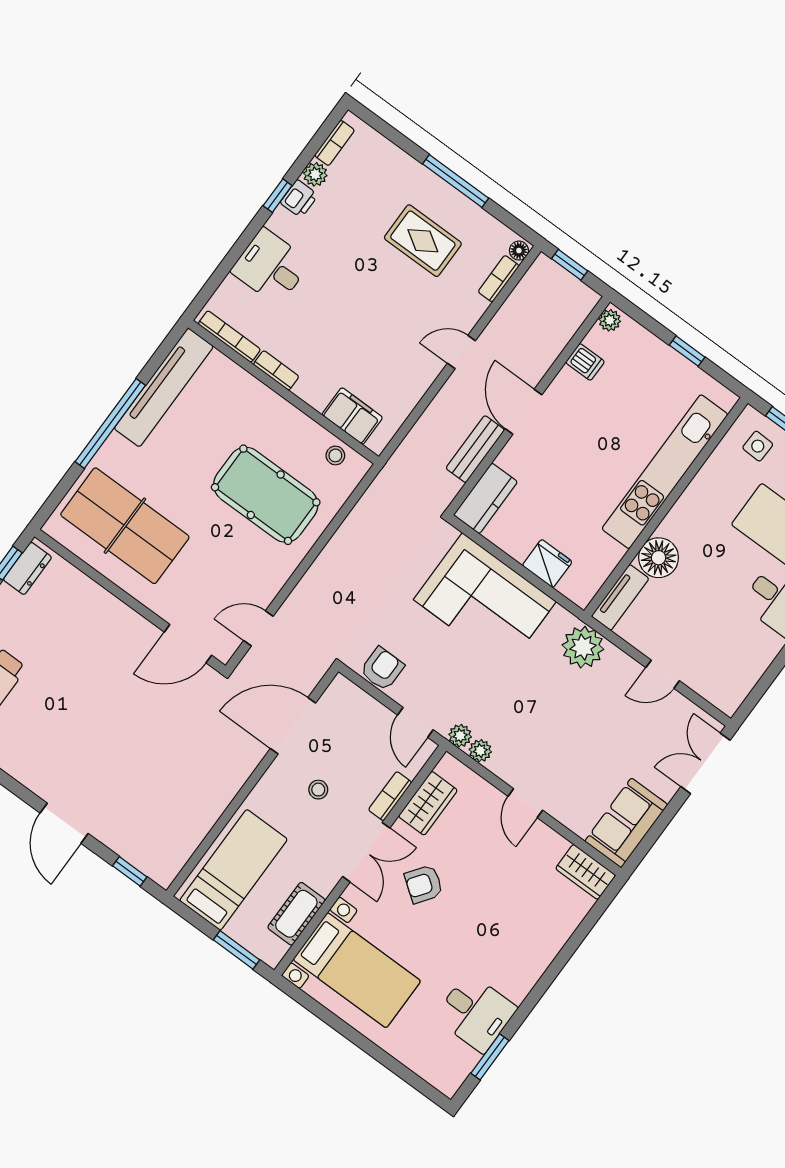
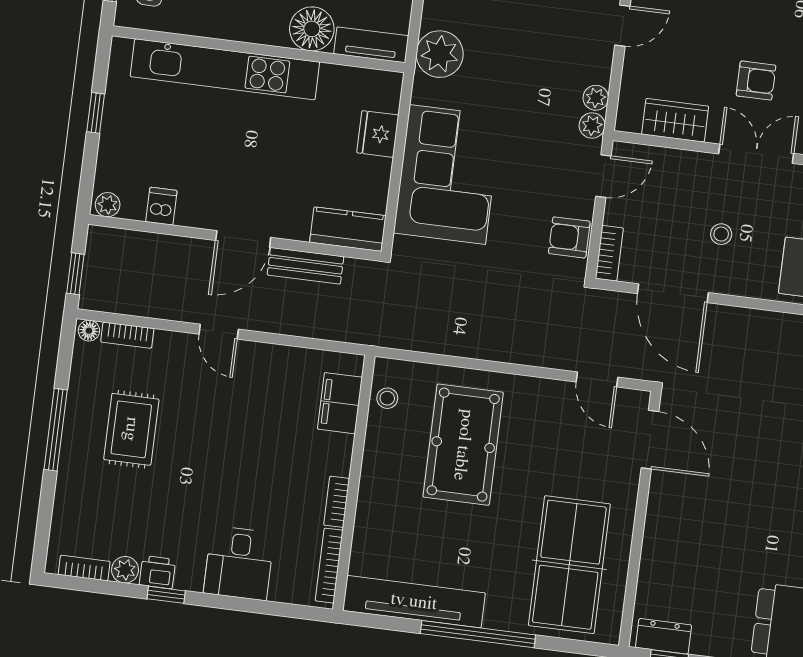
bookcase: (390, 796) -> (609, 253), moved, turned -90
armchair: (424, 884) -> (756, 81), turned -36

